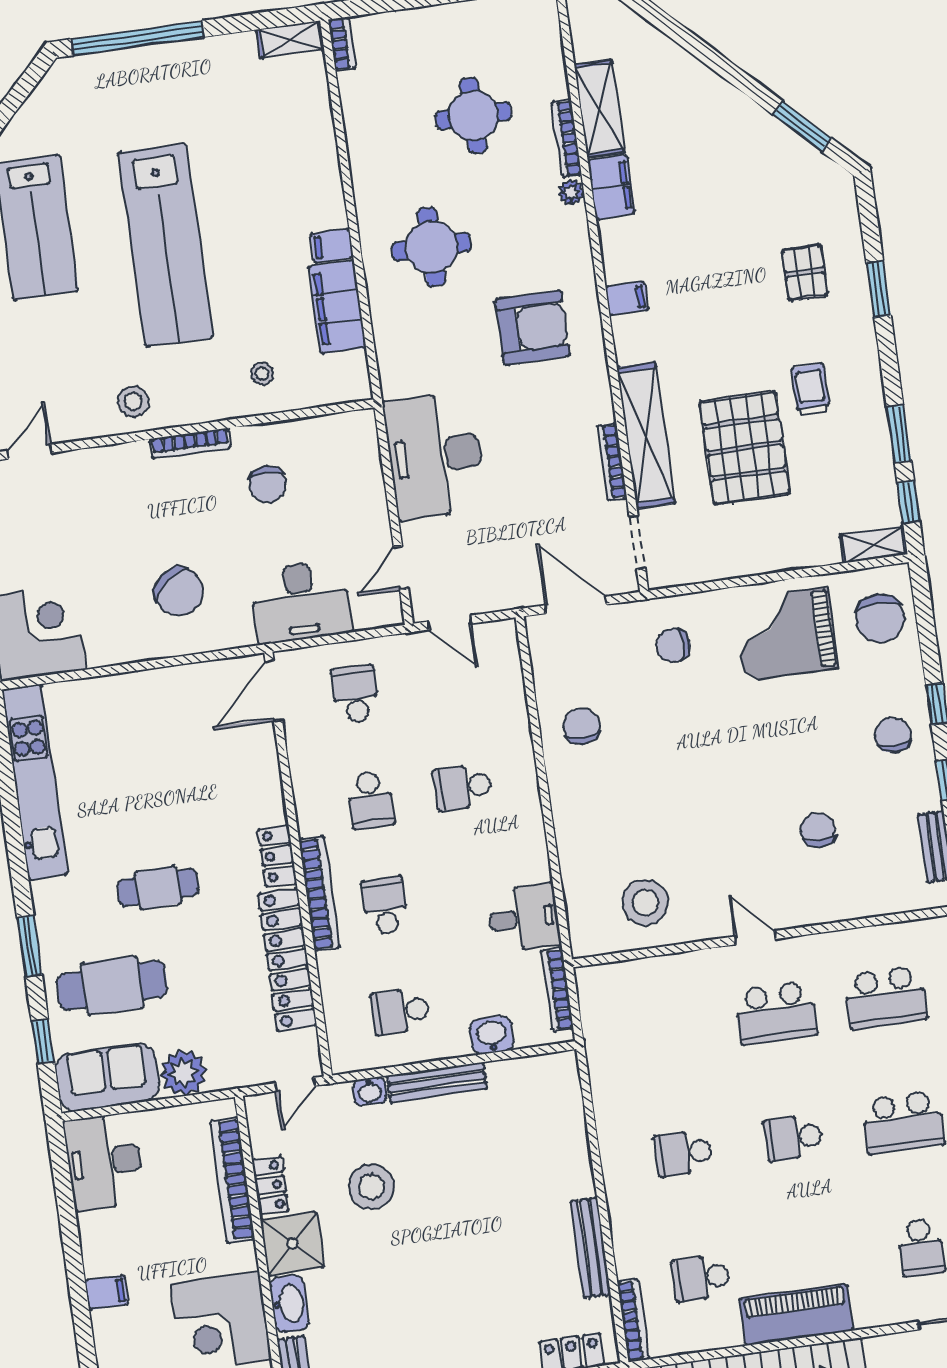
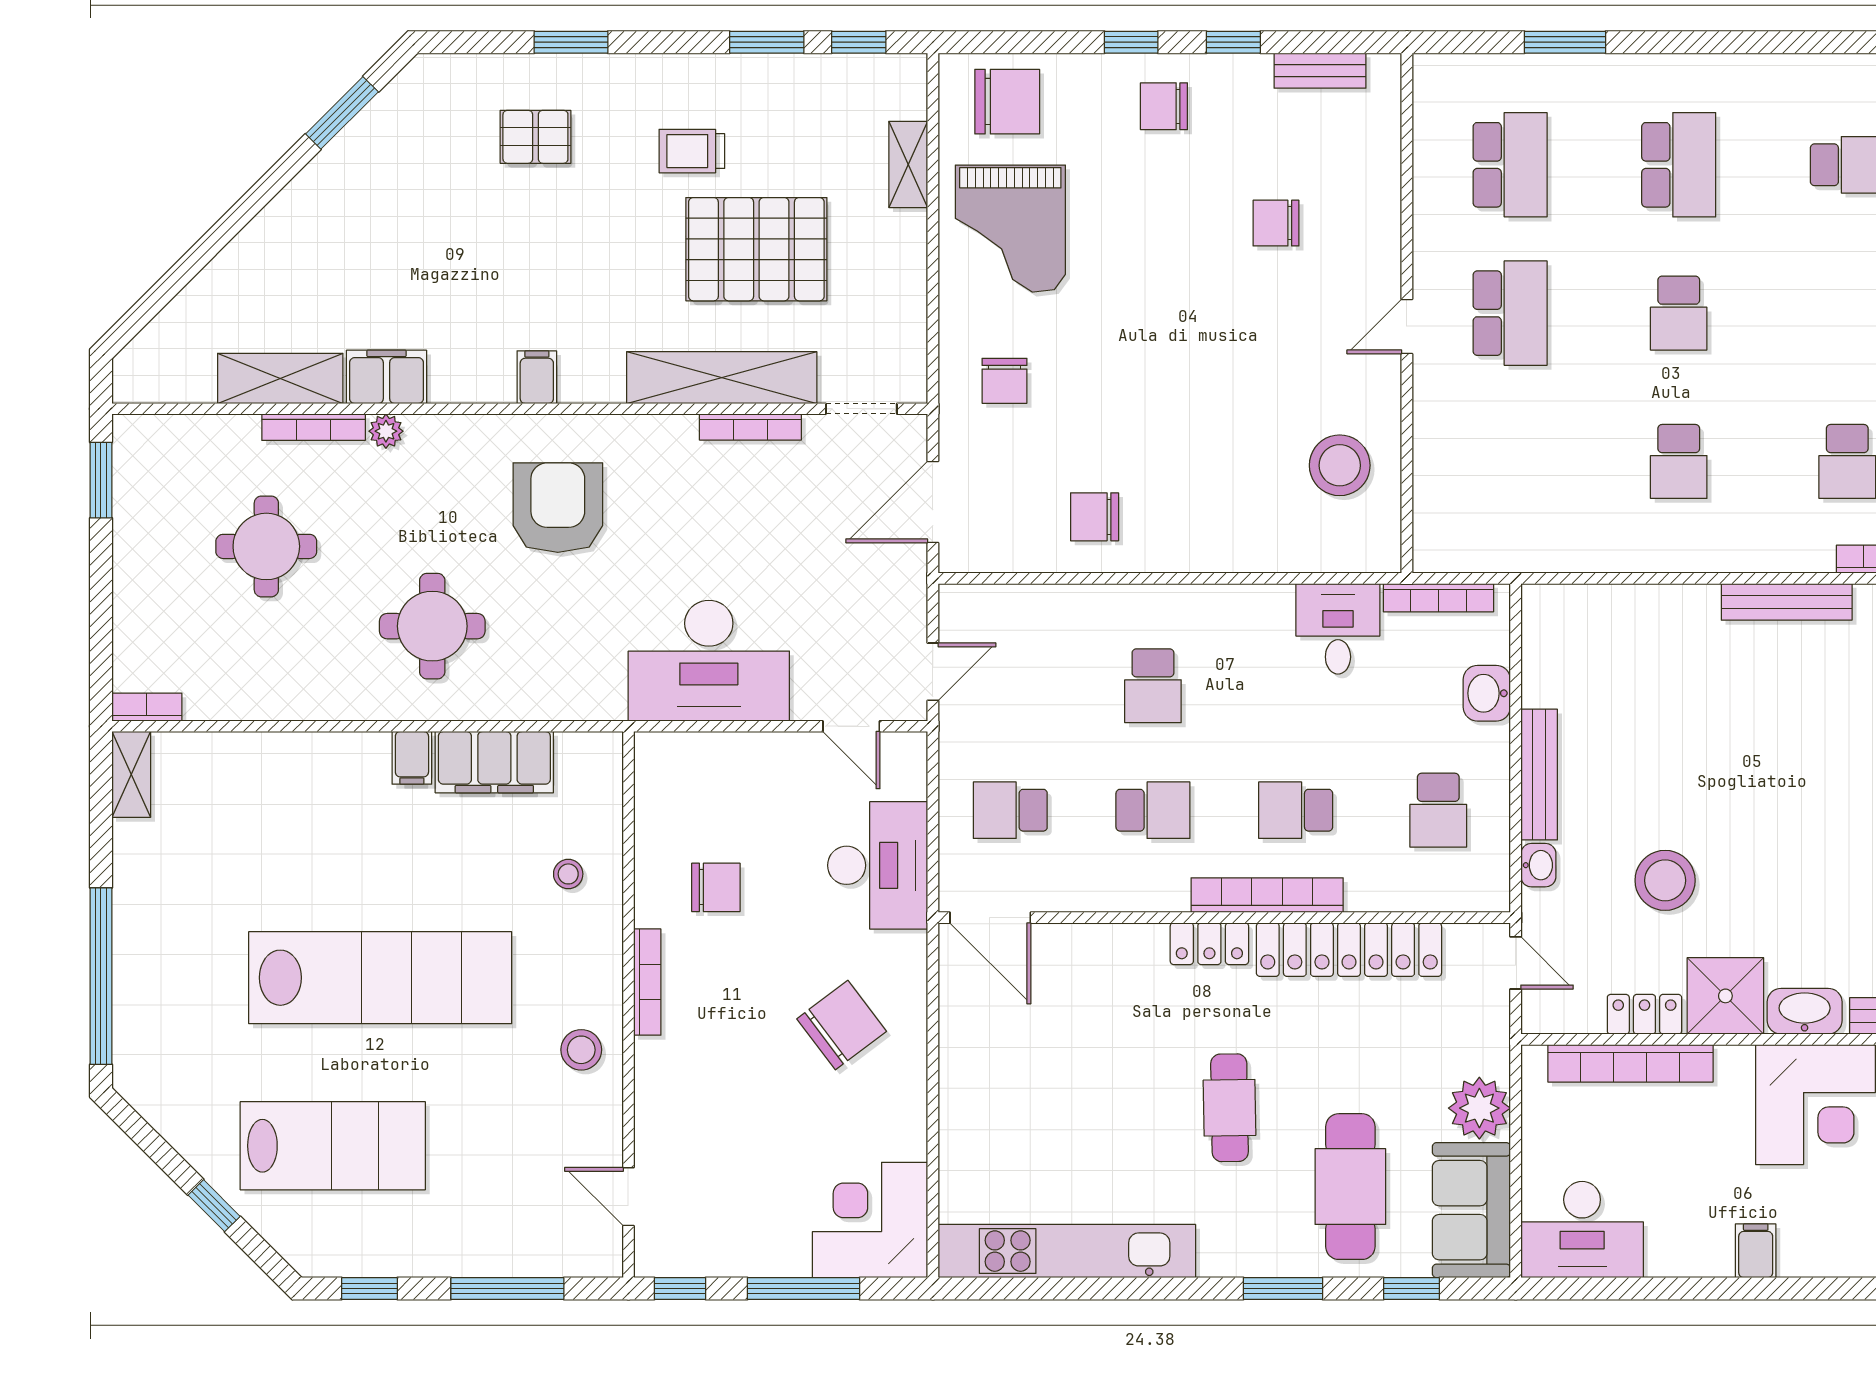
shelving: (874, 544) -> (908, 164), moved

